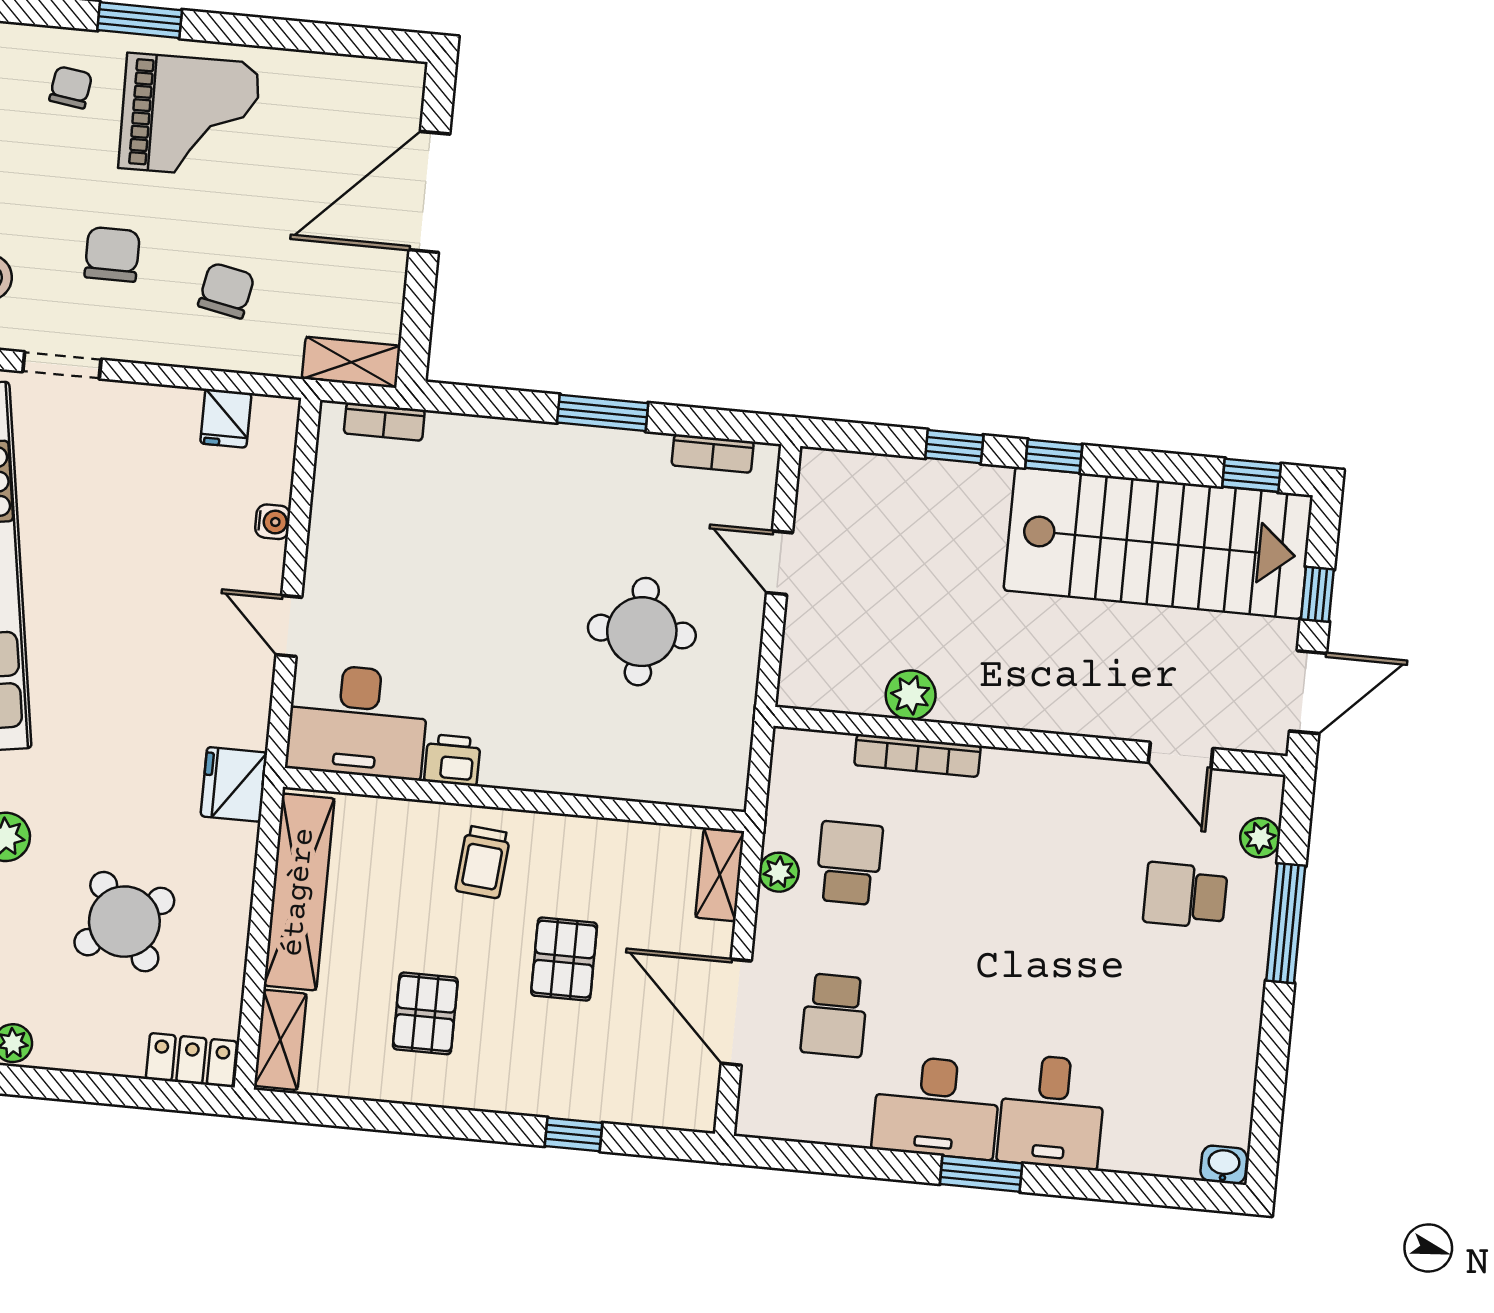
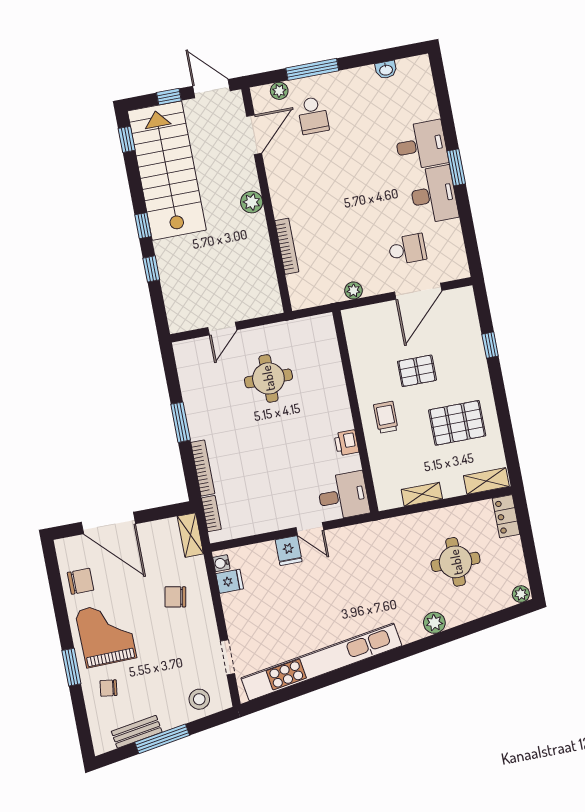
chair: (112, 254) -> (80, 581), moved, turned 180
bookcase: (713, 453) -> (203, 468), moved, width x1.56
water cooler: (273, 522) -> (221, 563), moved, turned -90
door: (289, 626) -> (310, 529), hinge flipped
plant: (911, 695) -> (252, 202), moved
desk: (358, 721) -> (343, 496), width x0.73
door: (1181, 755) -> (254, 135), width x1.38
fridge: (234, 784) -> (289, 551), moved, width x0.72
trolley: (483, 862) -> (386, 417), turned -95
school desk: (849, 863) -> (341, 262), removed
shelving: (720, 875) -> (362, 315), removed
shelving: (299, 892) -> (422, 494), width x0.45, depth x0.75
round table: (124, 922) -> (456, 562), turned 35
pallet: (425, 1013) -> (457, 423), width x1.50, depth x1.42
washbasin: (1224, 1165) -> (386, 70), moved, turned -90

